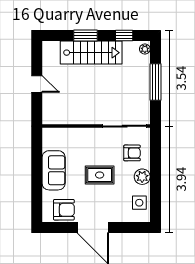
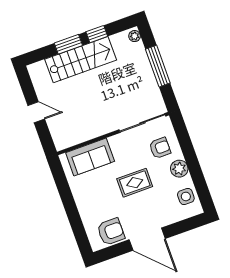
window: (124, 36) -> (97, 34), moved
sofa: (54, 170) -> (90, 157), moved, turned 90

